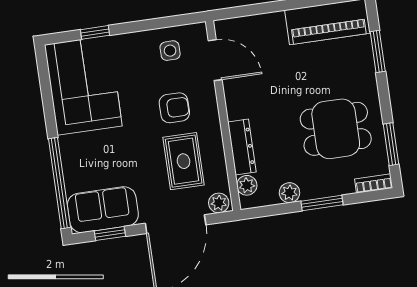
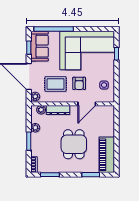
door: (215, 60) -> (87, 104), moved
corner sofa: (83, 85) -> (87, 51), width x1.36, depth x1.36
dining table: (336, 129) -> (74, 144), moved

